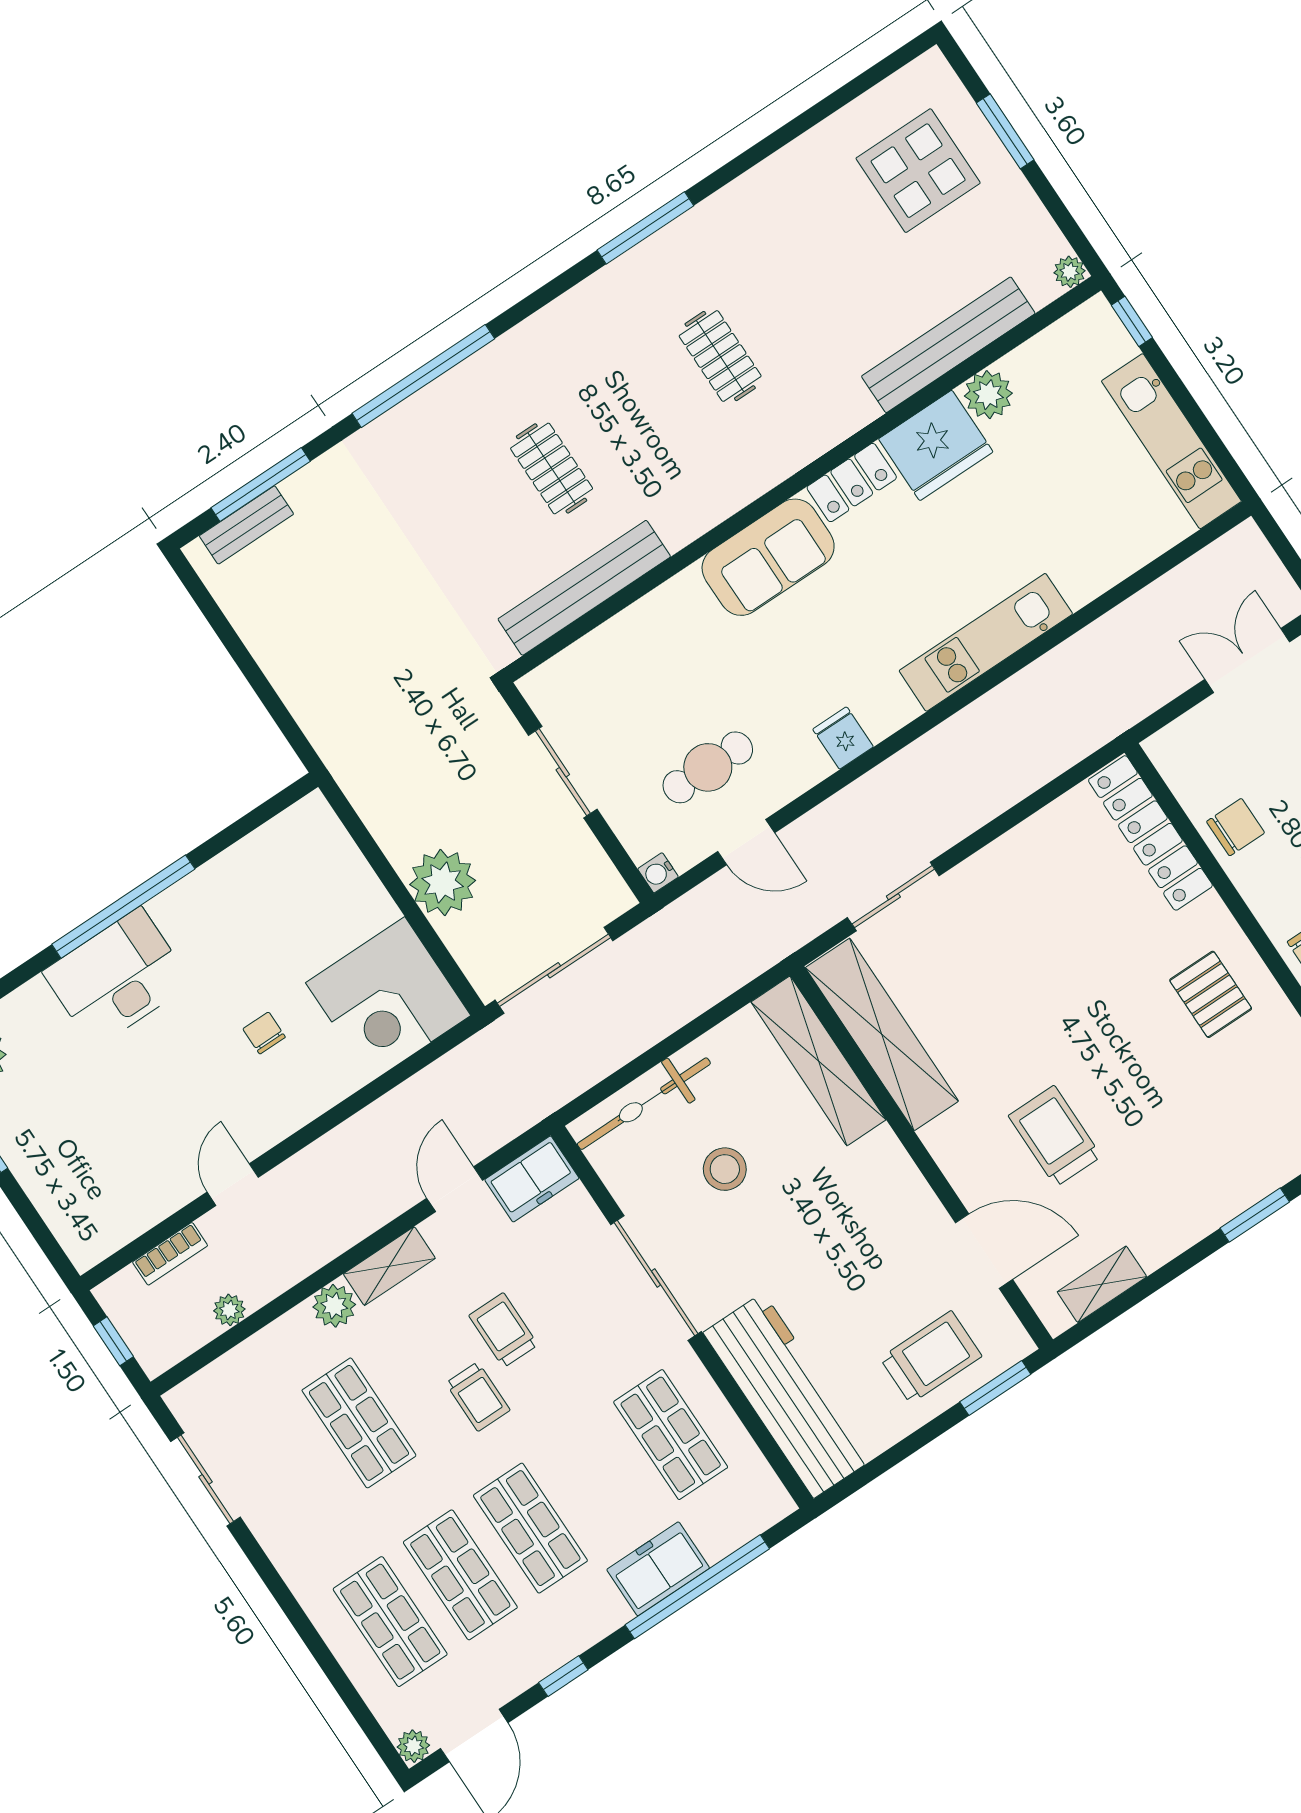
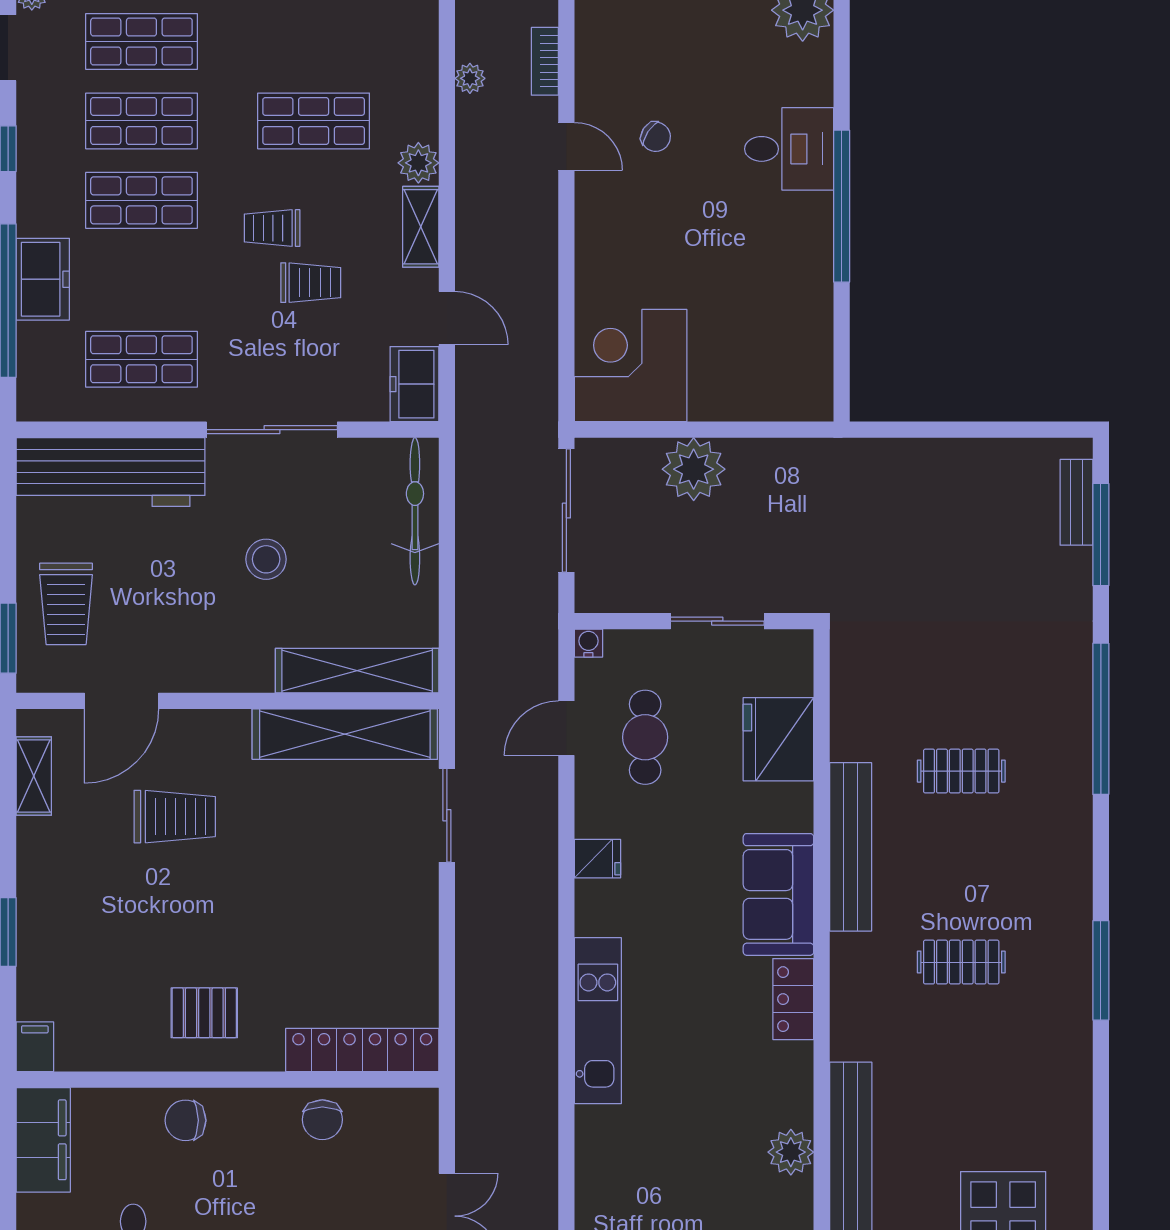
fridge: (936, 445) -> (778, 739), moved
bench: (584, 588) -> (851, 847), moved
desk: (117, 978) -> (789, 149), width x0.73
chair: (264, 1033) -> (656, 137), moved, turned 33
stool: (725, 1169) -> (266, 559), moved

